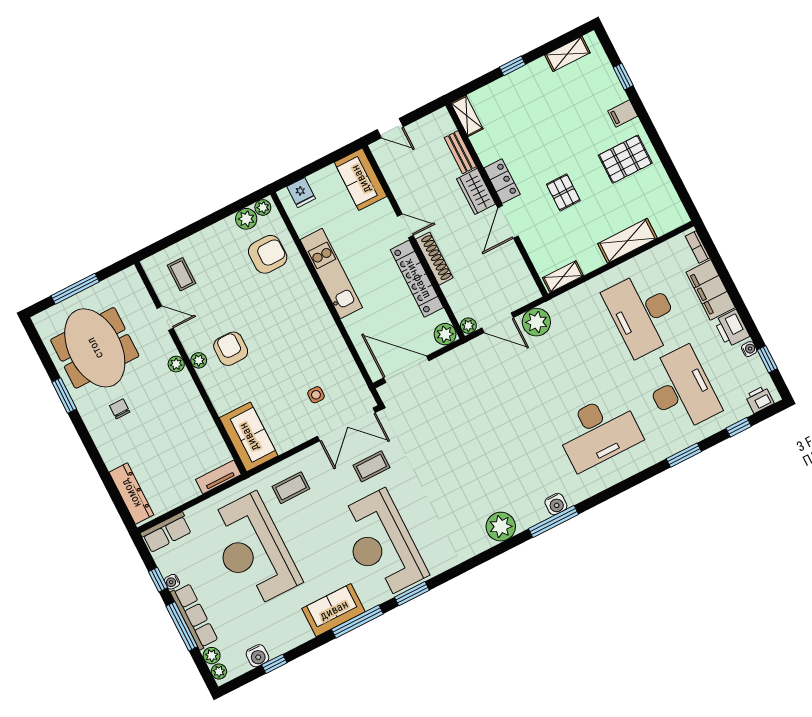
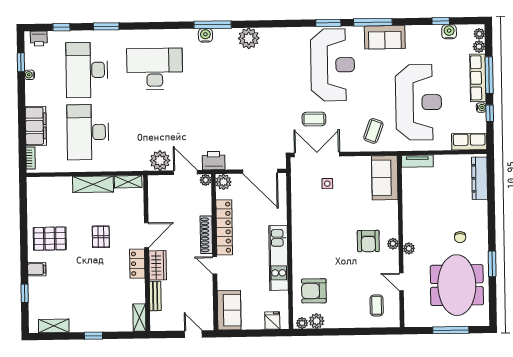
shelving: (627, 241) -> (93, 184), moved
desk: (642, 314) -> (88, 132), turned 180
printer: (732, 328) -> (214, 161), moved, turned -90
coffee table: (291, 488) -> (373, 131), turned -70

